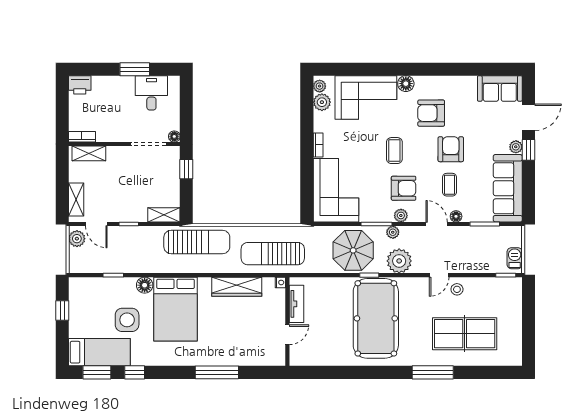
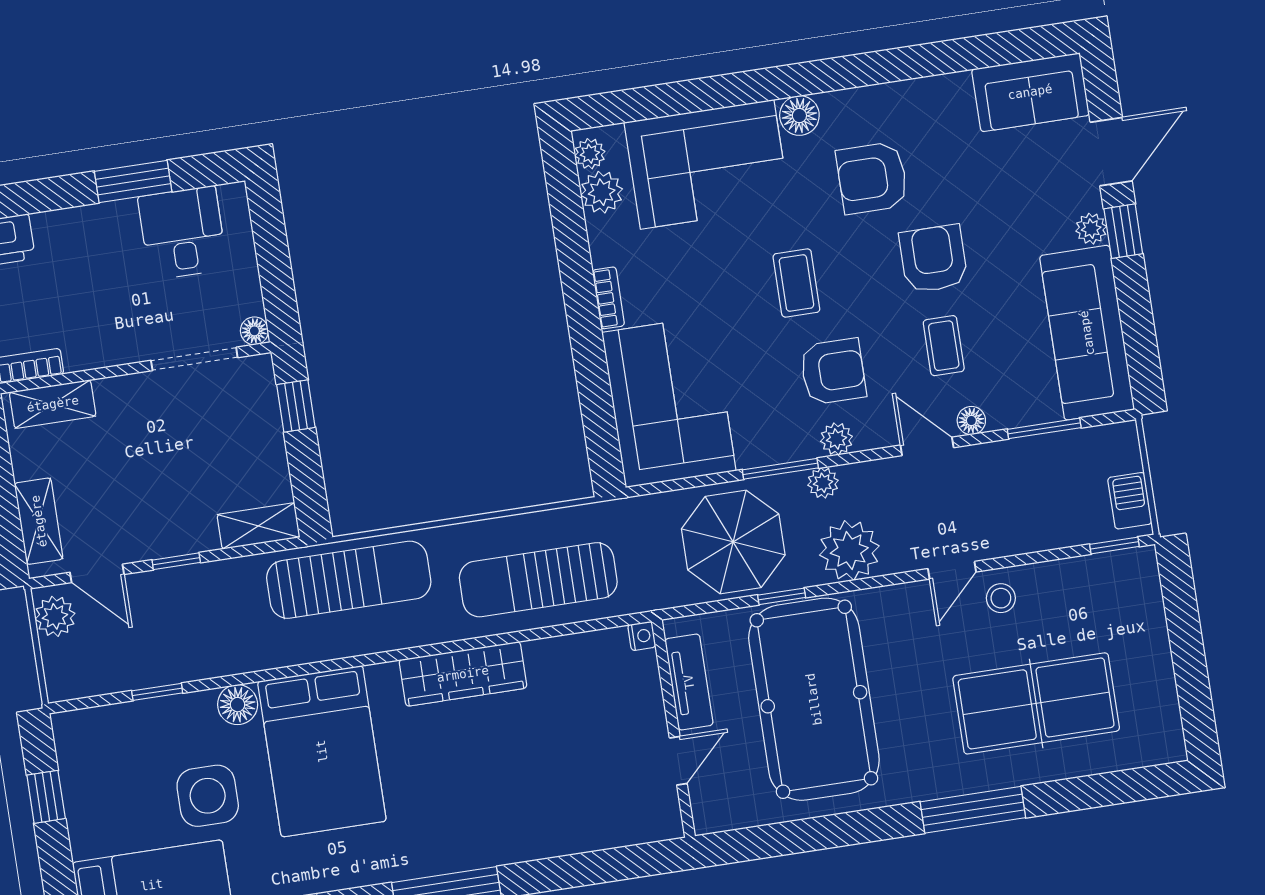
nightstand: (280, 282) -> (642, 636), moved
tv unit: (296, 304) -> (689, 682), moved
wall: (287, 322) -> (673, 729), moved
door: (287, 335) -> (678, 761), moved

